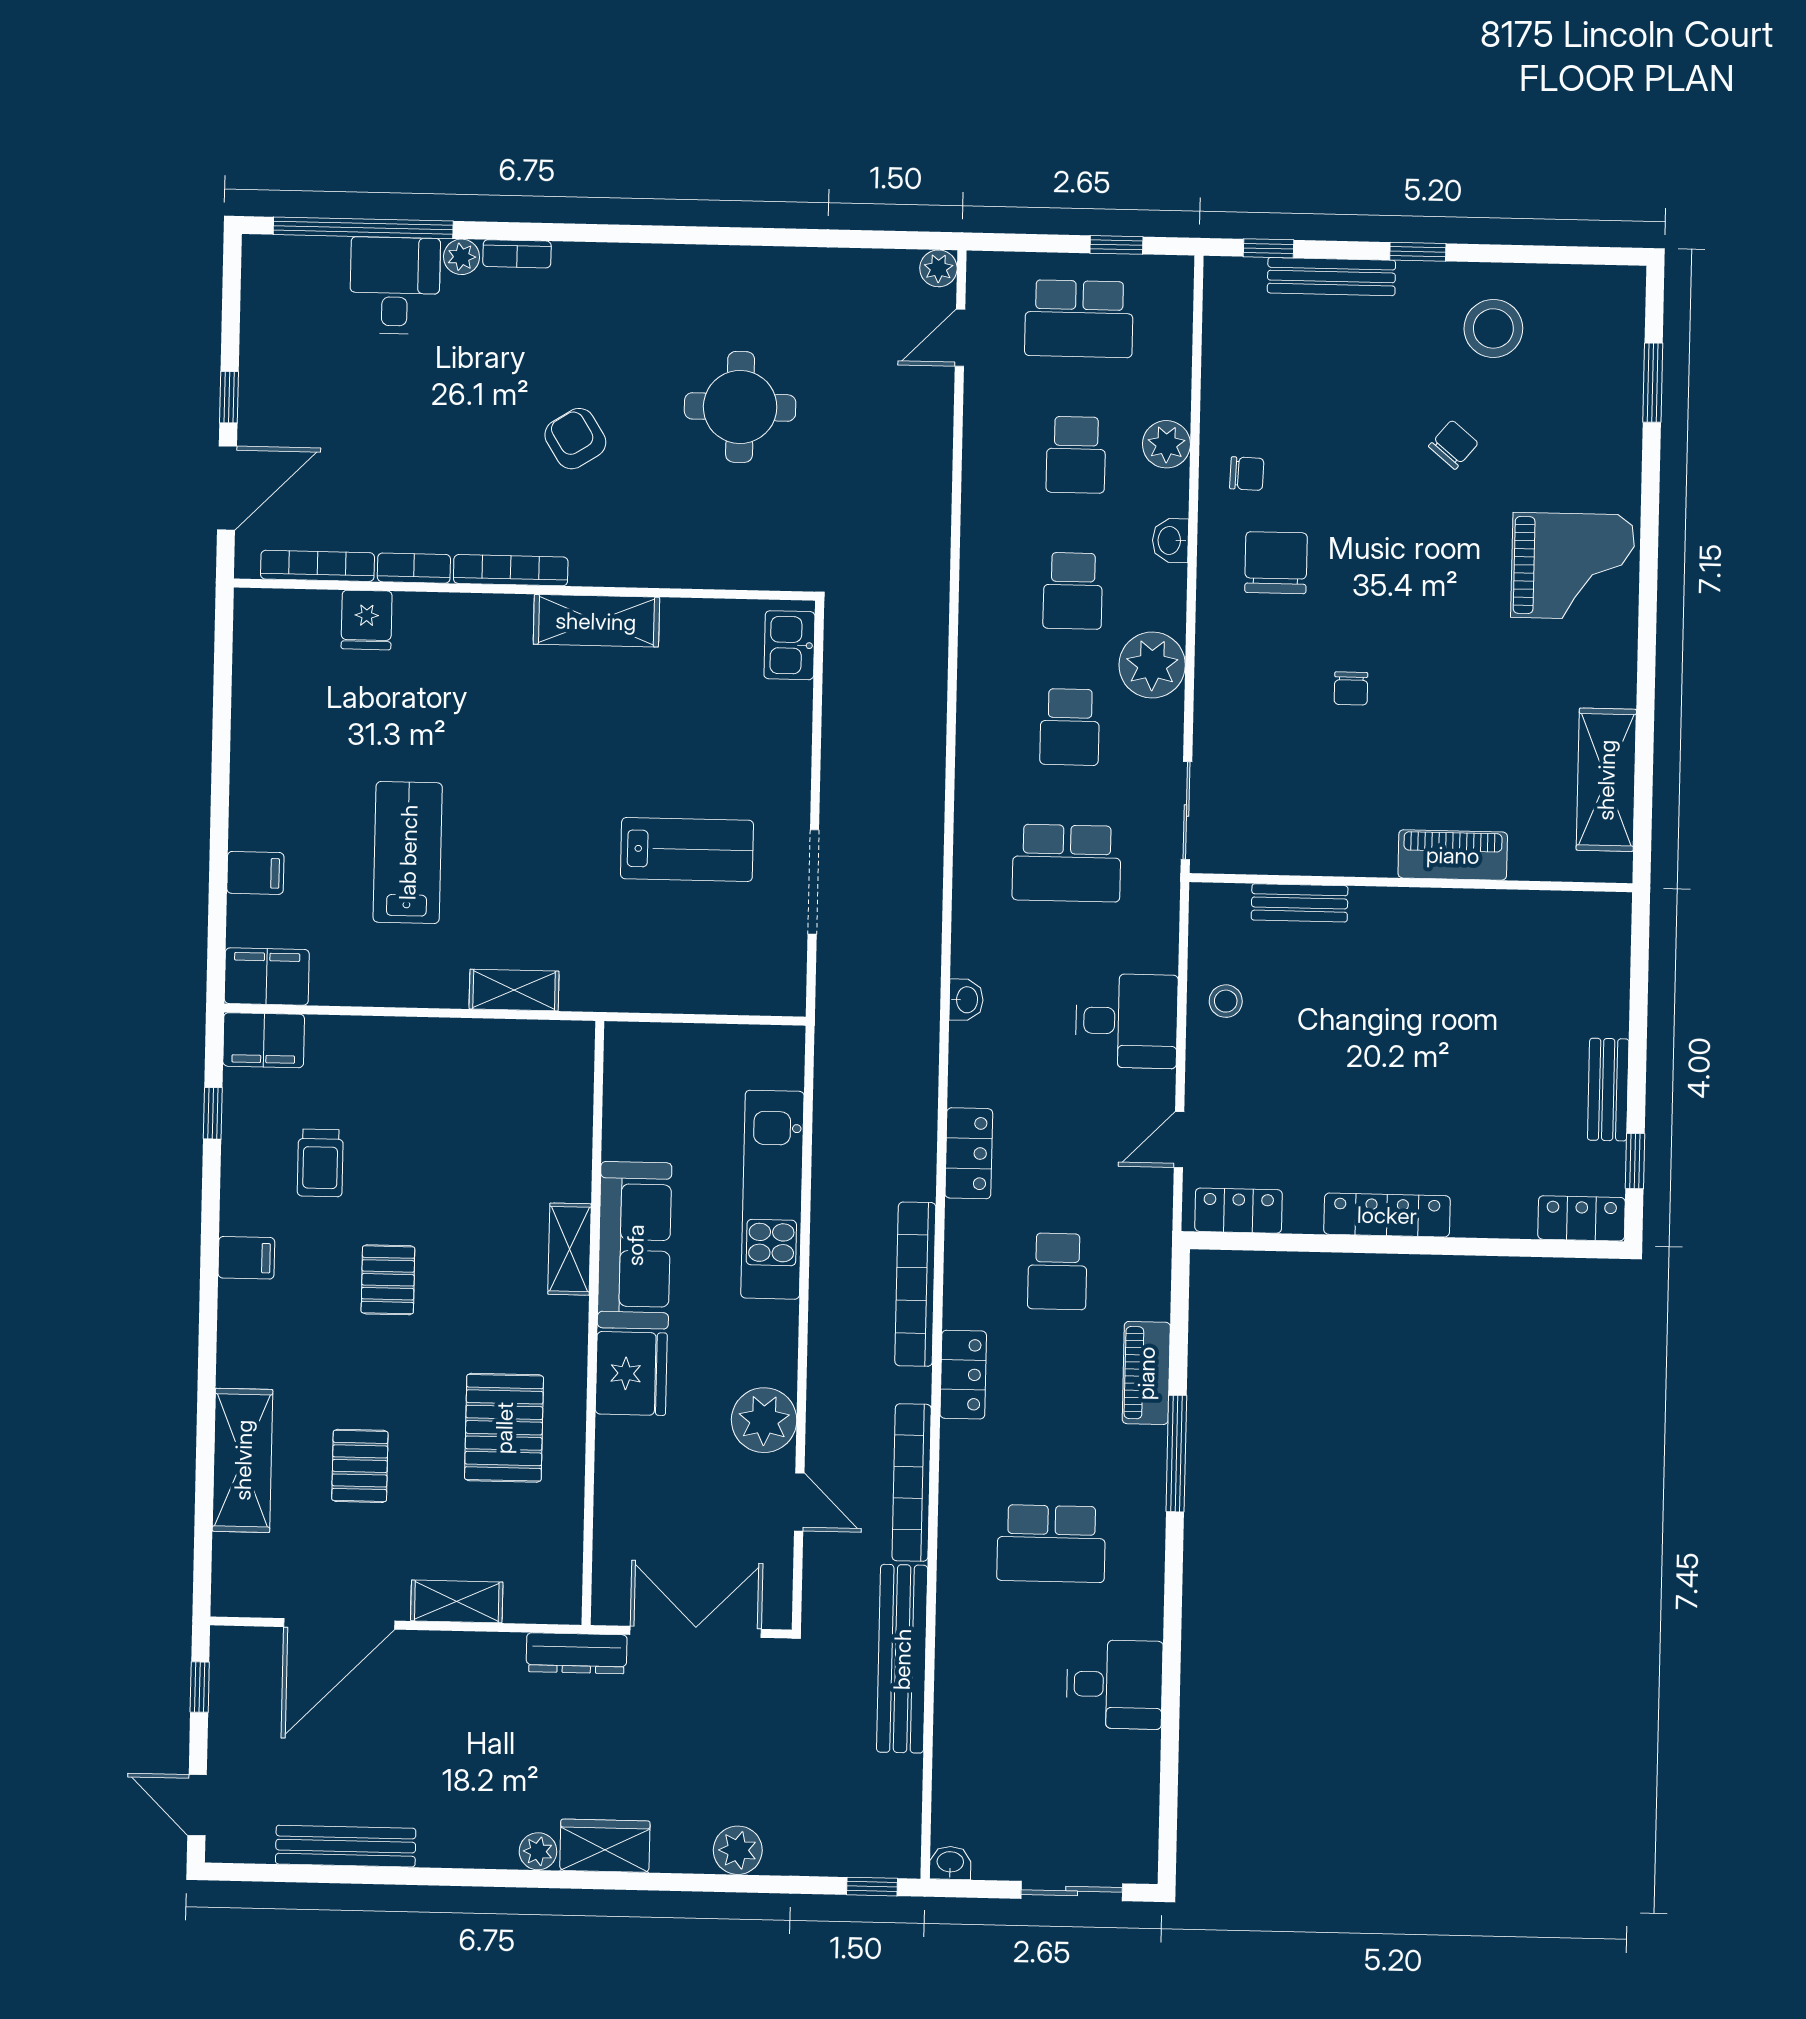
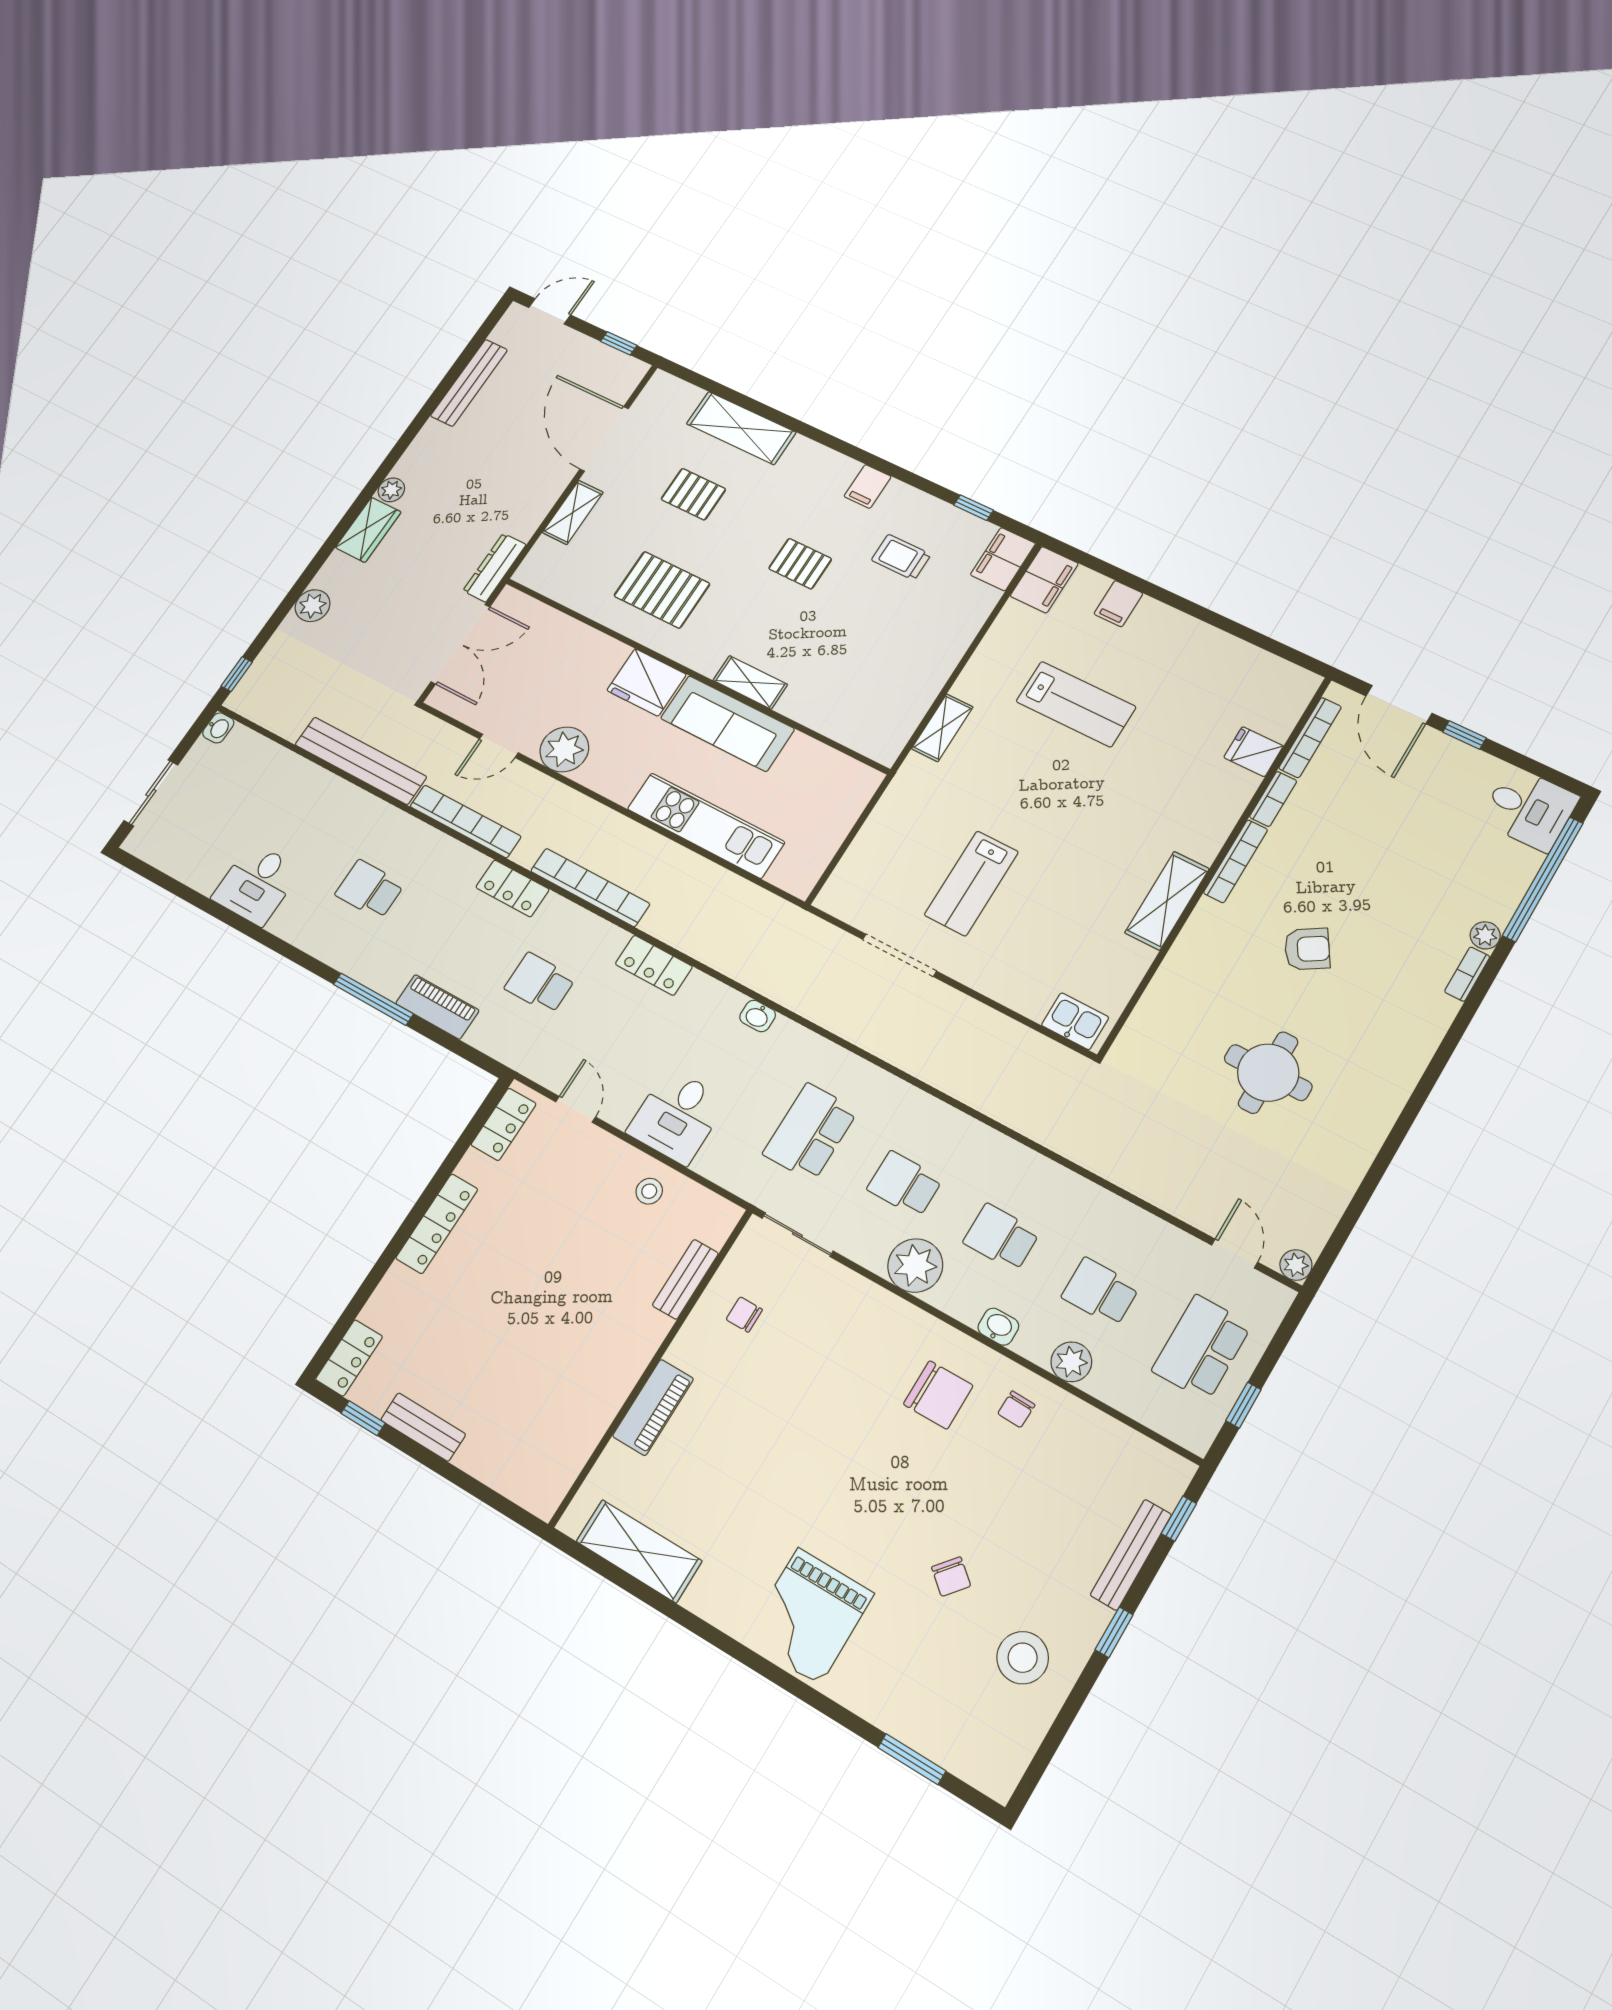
desk: (395, 286) -> (1529, 809), moved
chair: (1351, 688) -> (744, 1314), moved
school desk: (1051, 1544) -> (370, 889), width x0.54

